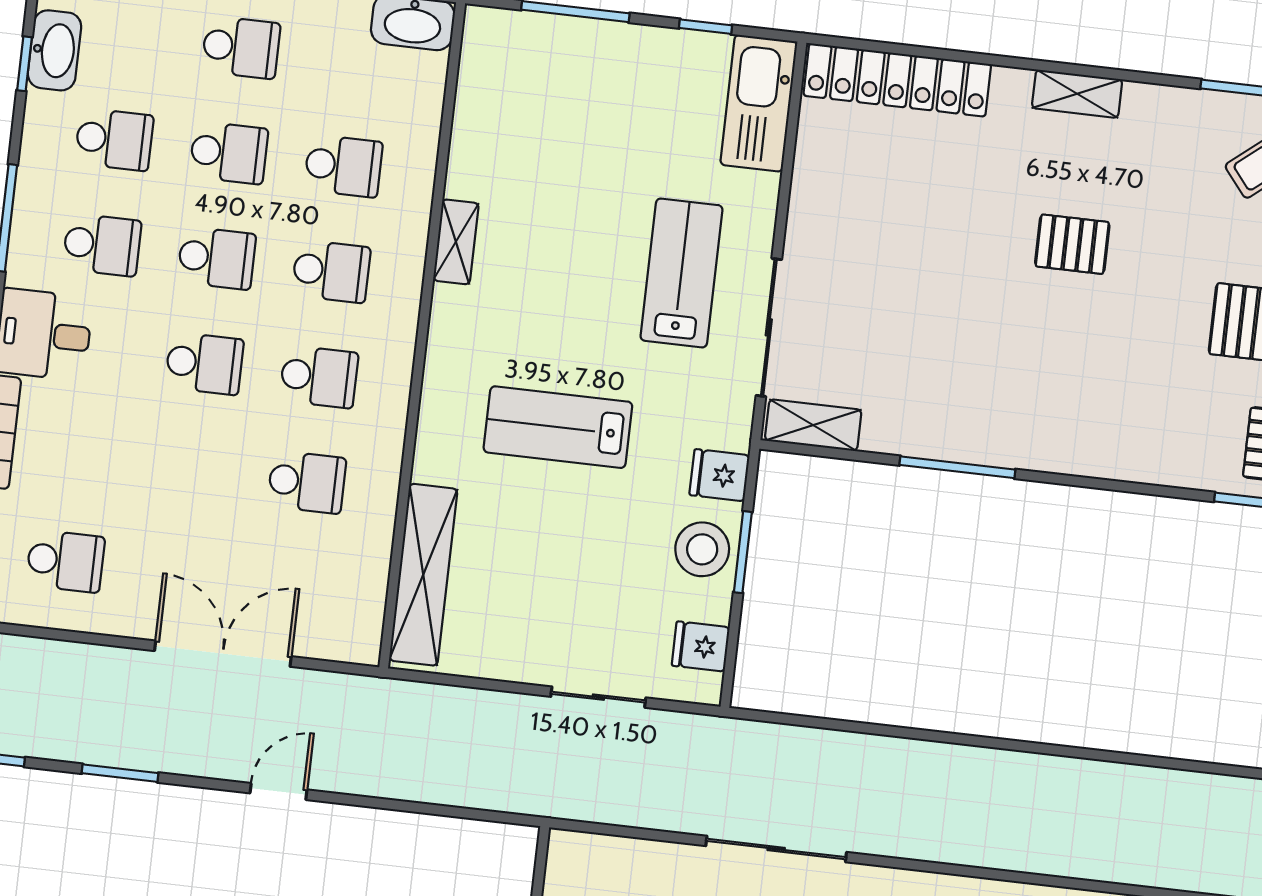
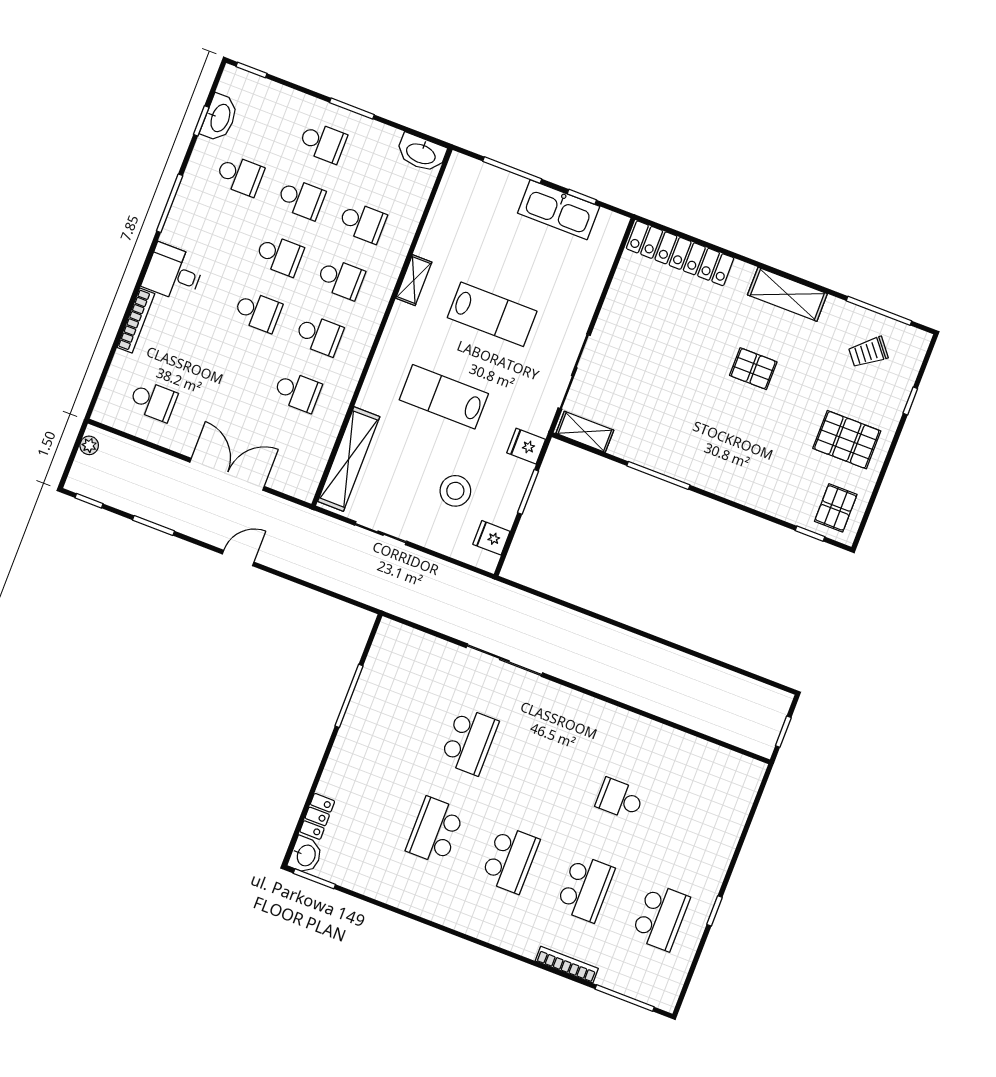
shelving: (1077, 94) -> (787, 294), width x1.50, depth x1.33
kitchen sink: (759, 103) -> (559, 210), moved, turned -90
school desk: (102, 245) -> (218, 232), removed
lab bench: (681, 273) -> (492, 314), moved, turned 90
stool: (702, 549) -> (455, 491), moved
sliding door: (598, 697) -> (381, 533), moved

